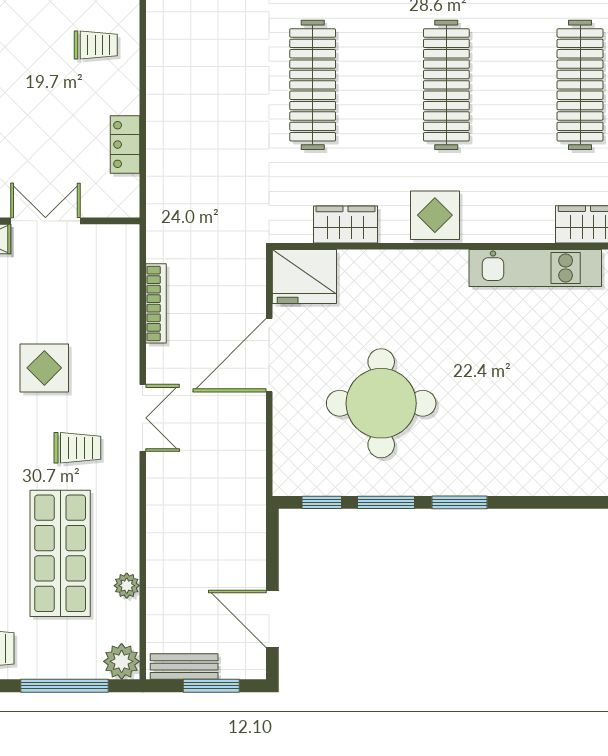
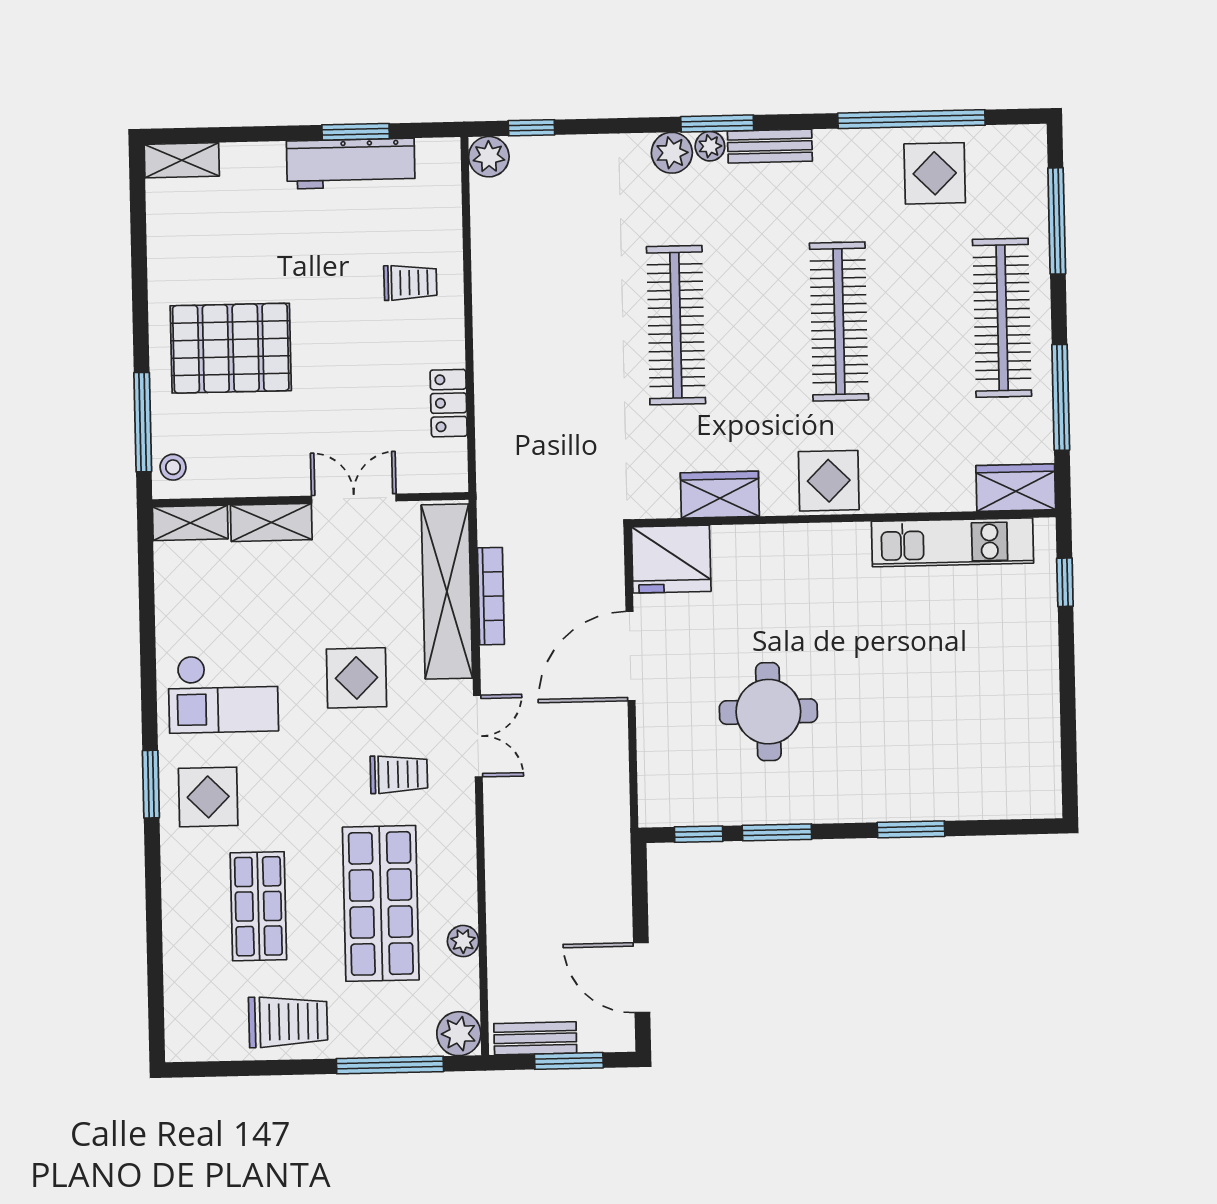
shelving: (120, 299) -> (447, 591), added
round table: (381, 403) -> (768, 712), width x0.73, depth x0.73
window: (459, 502) -> (911, 829), moved

